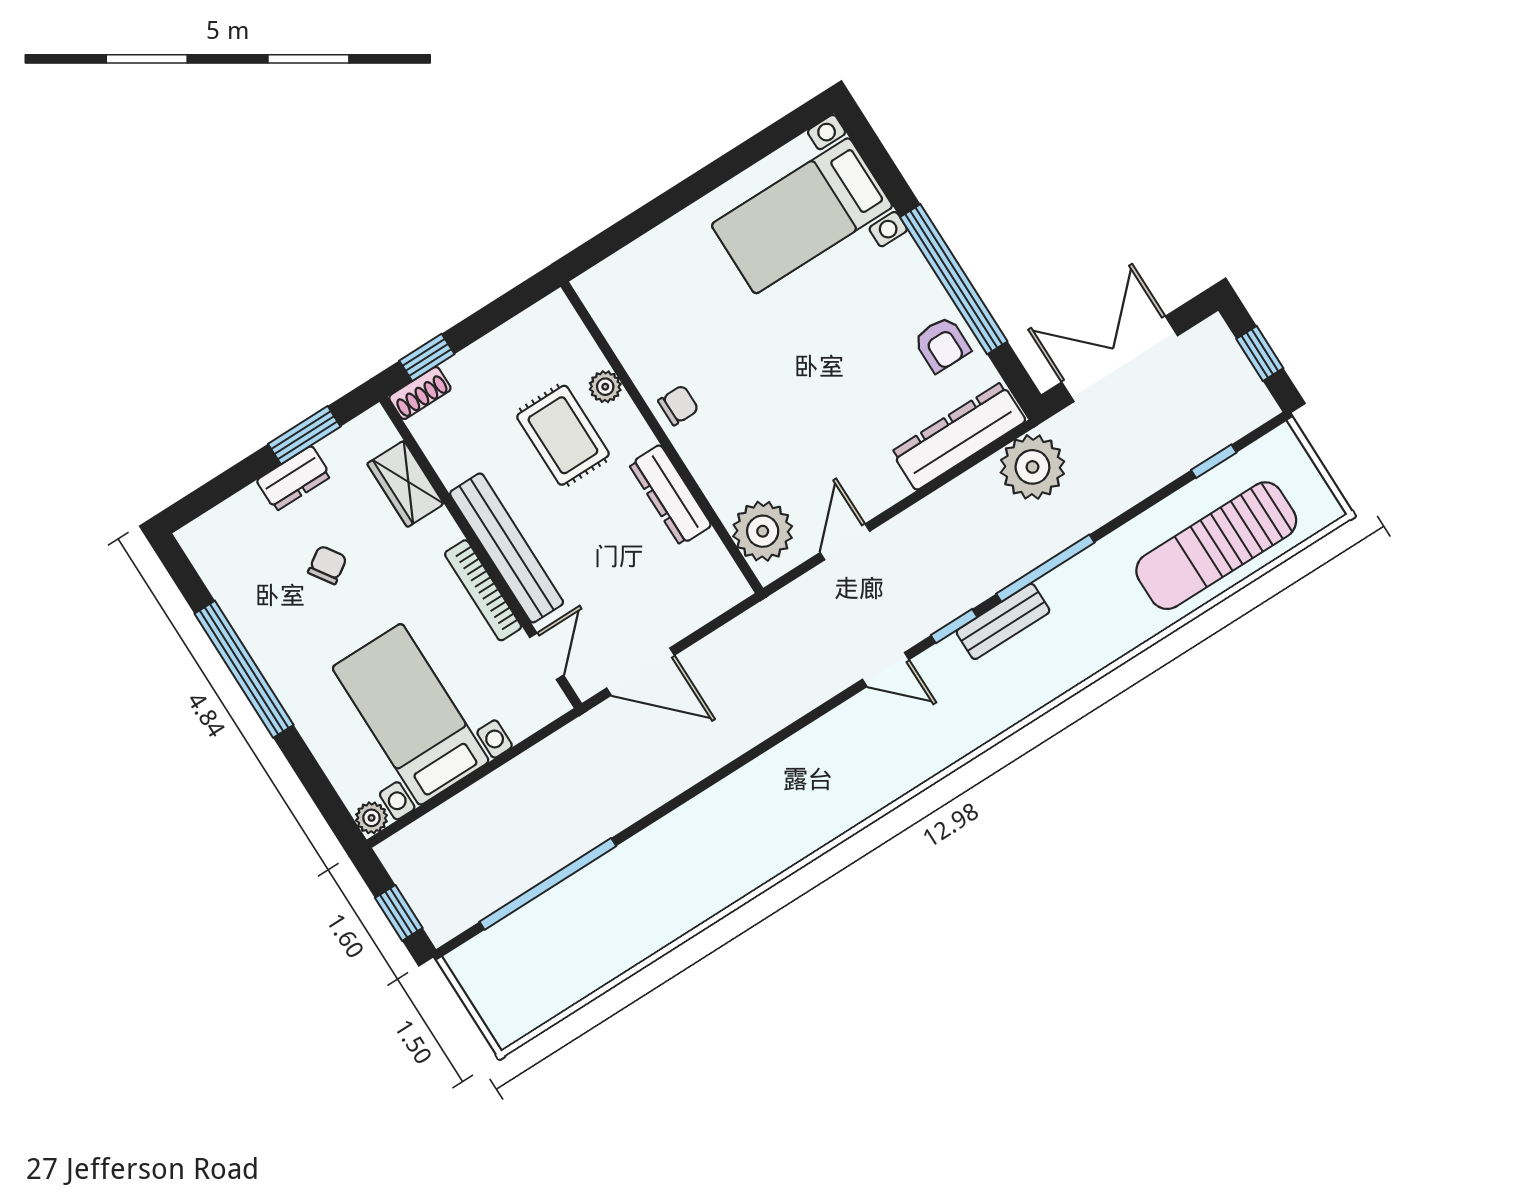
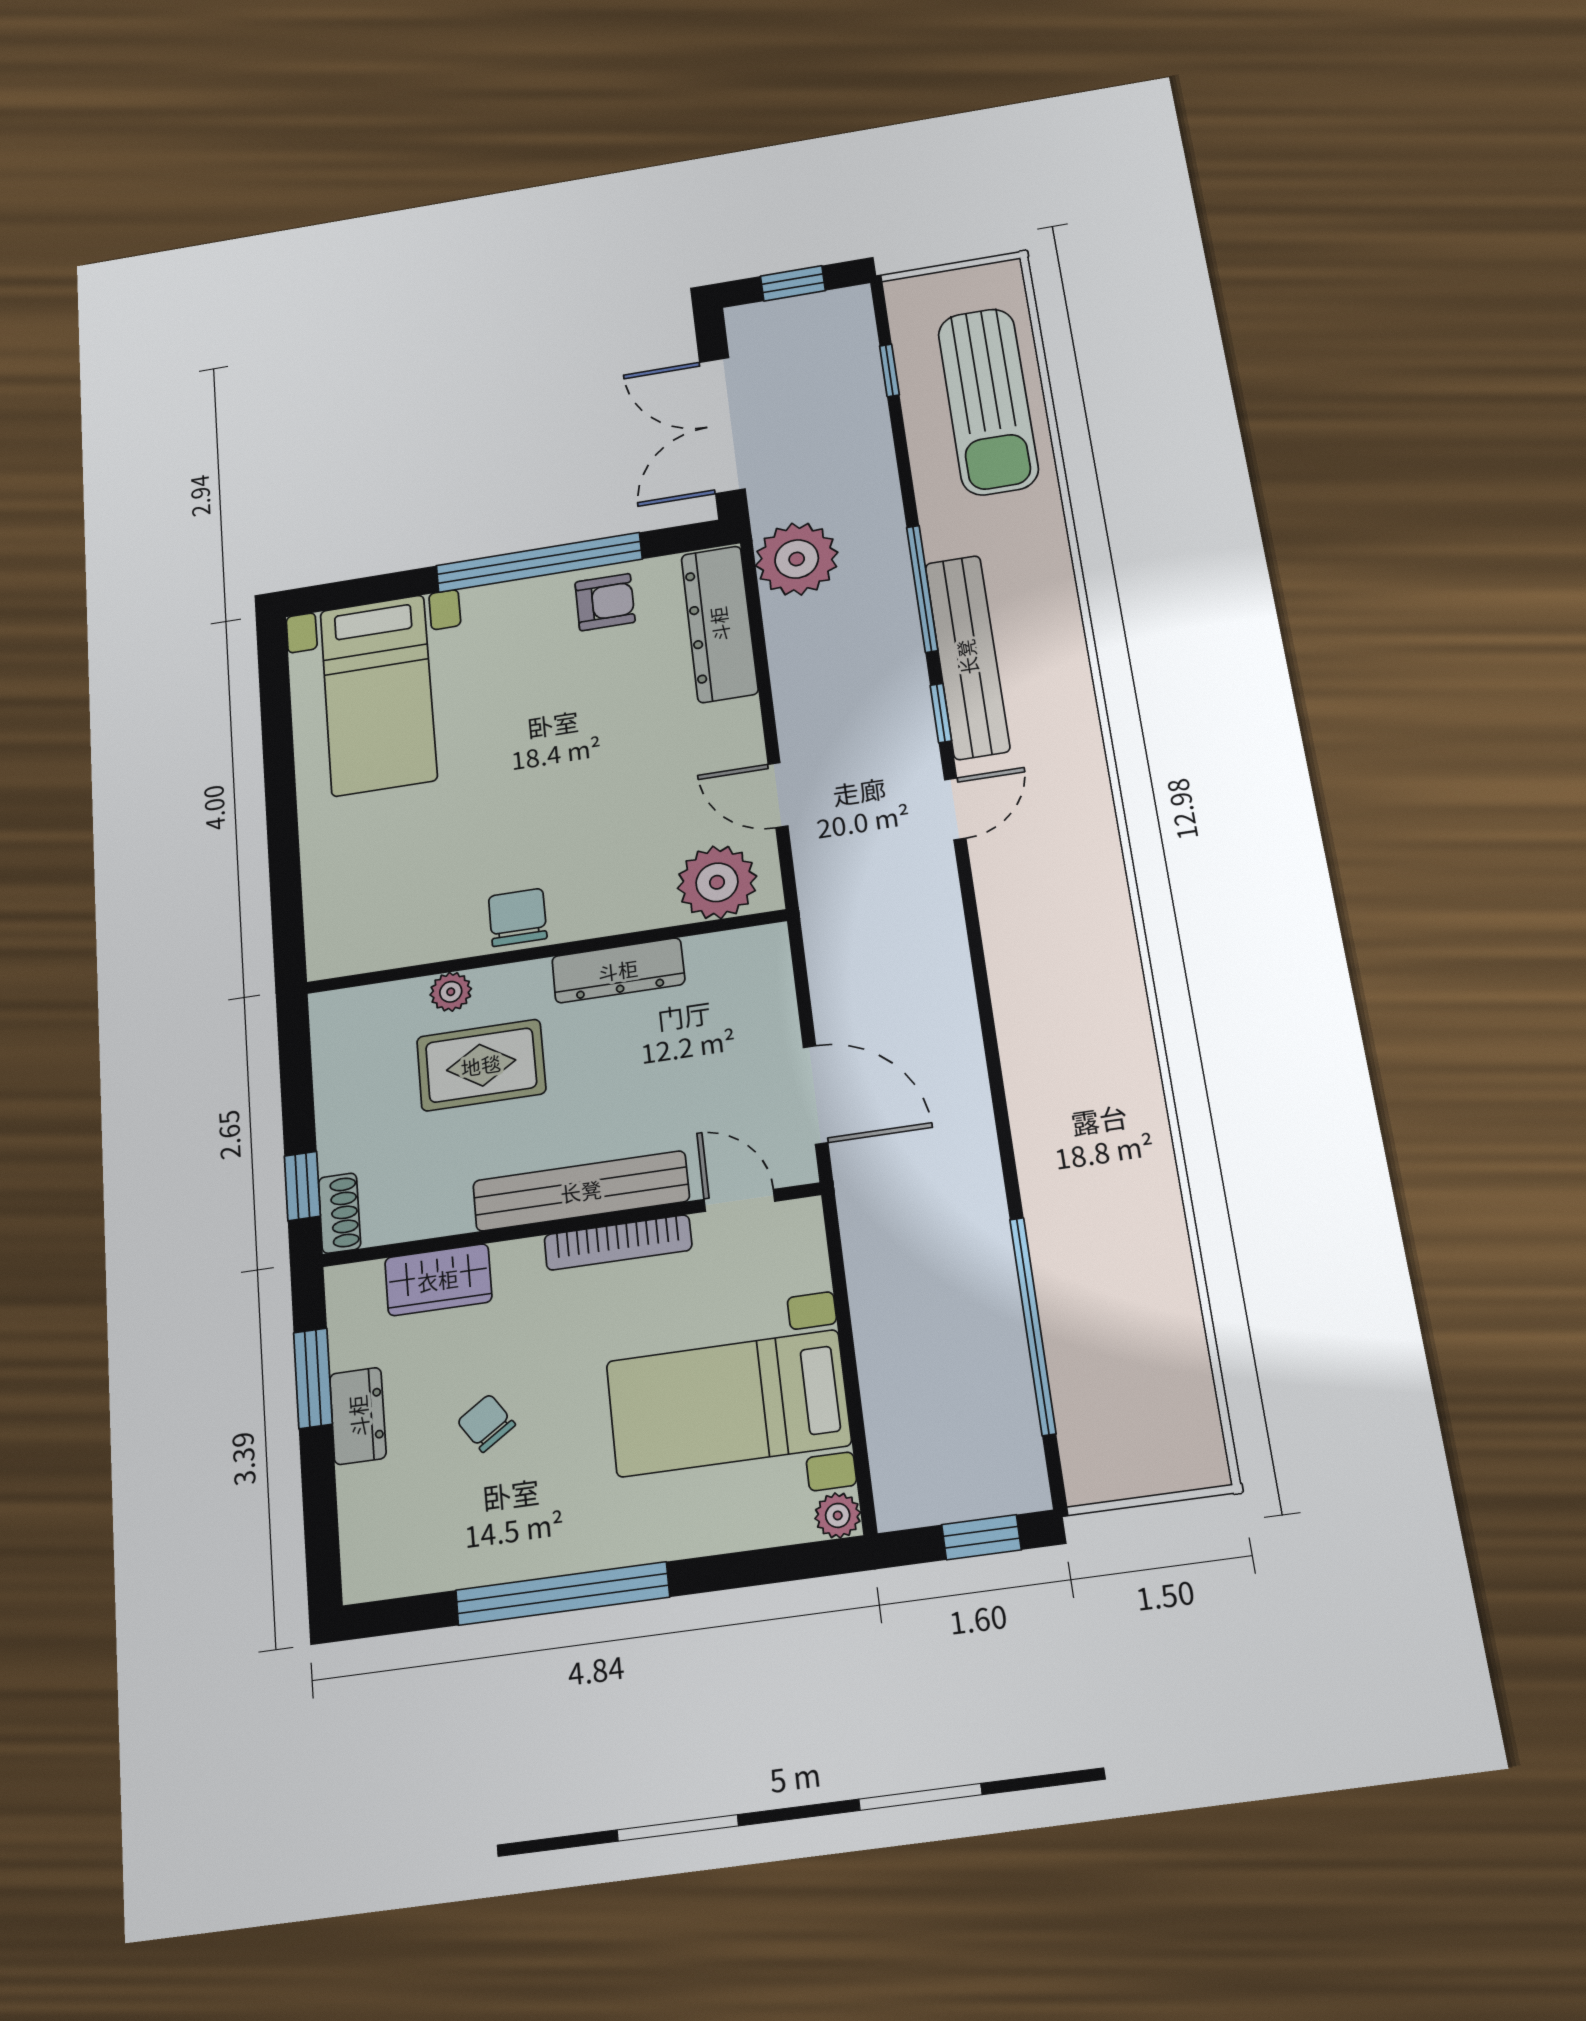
chair: (678, 405) -> (518, 917), width x1.37, depth x1.37
bench: (1003, 621) -> (967, 657), width x1.86, depth x1.21
door: (640, 672) -> (815, 1095), hinge flipped

